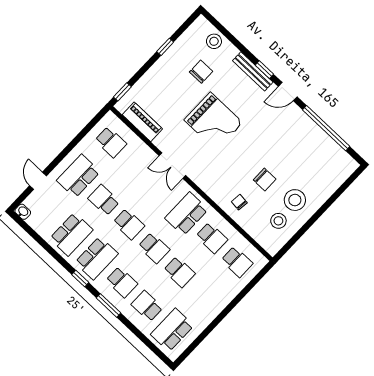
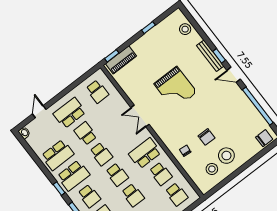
chair: (201, 72) -> (264, 138), moved
piano: (142, 122) -> (121, 60), moved, turned 90

